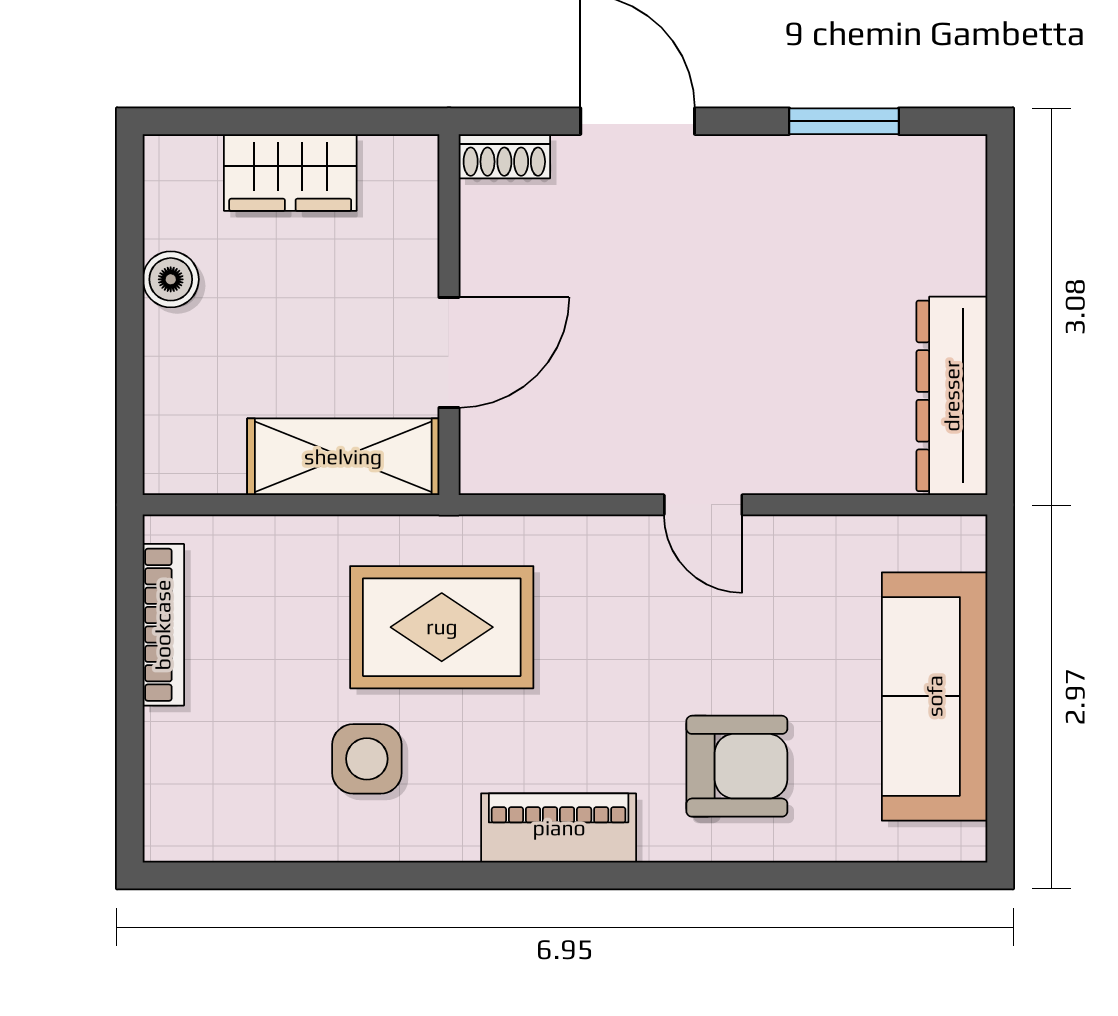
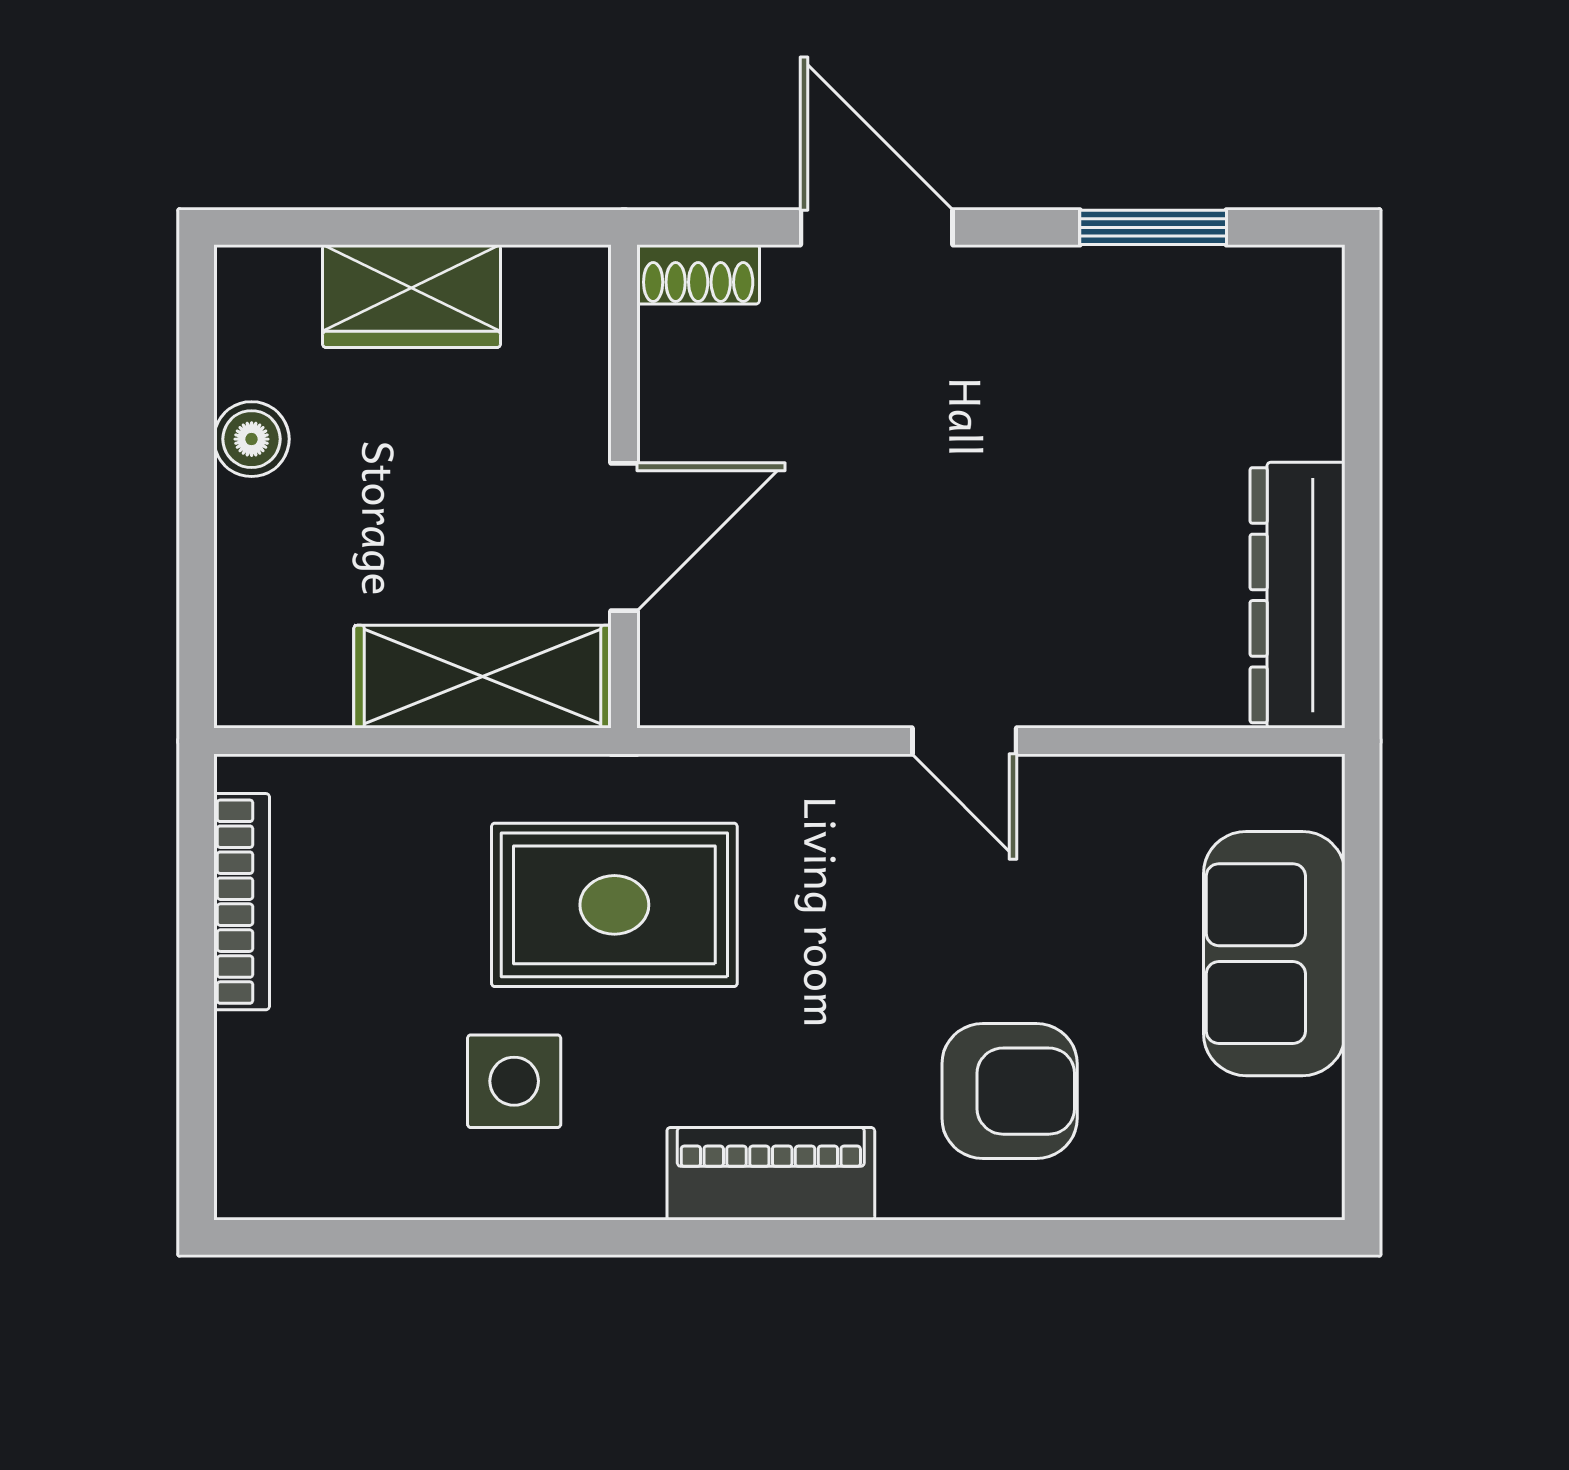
sofa: (935, 696) -> (1274, 954), width x0.73

